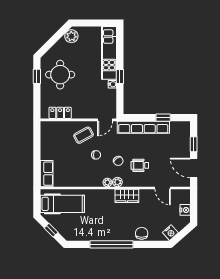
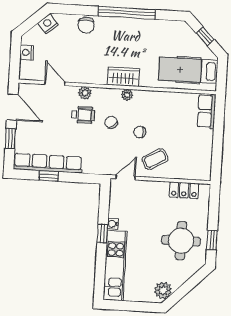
row of seats: (143, 127) -> (48, 163), moved
plant: (117, 182) -> (85, 93), moved
wardrobe: (127, 196) -> (123, 77), moved

